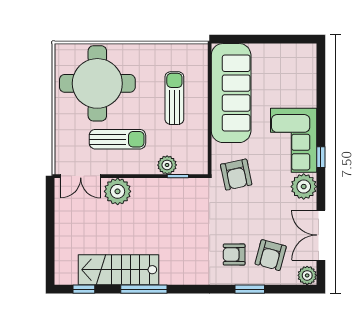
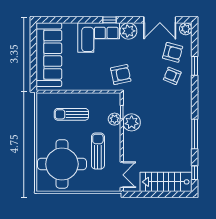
sofa: (231, 93) -> (49, 55), moved, turned 90
plant: (118, 191) -> (132, 122), moved
armchair: (234, 255) -> (172, 76), turned 112
stairs: (119, 270) -> (166, 182), moved, turned 90

